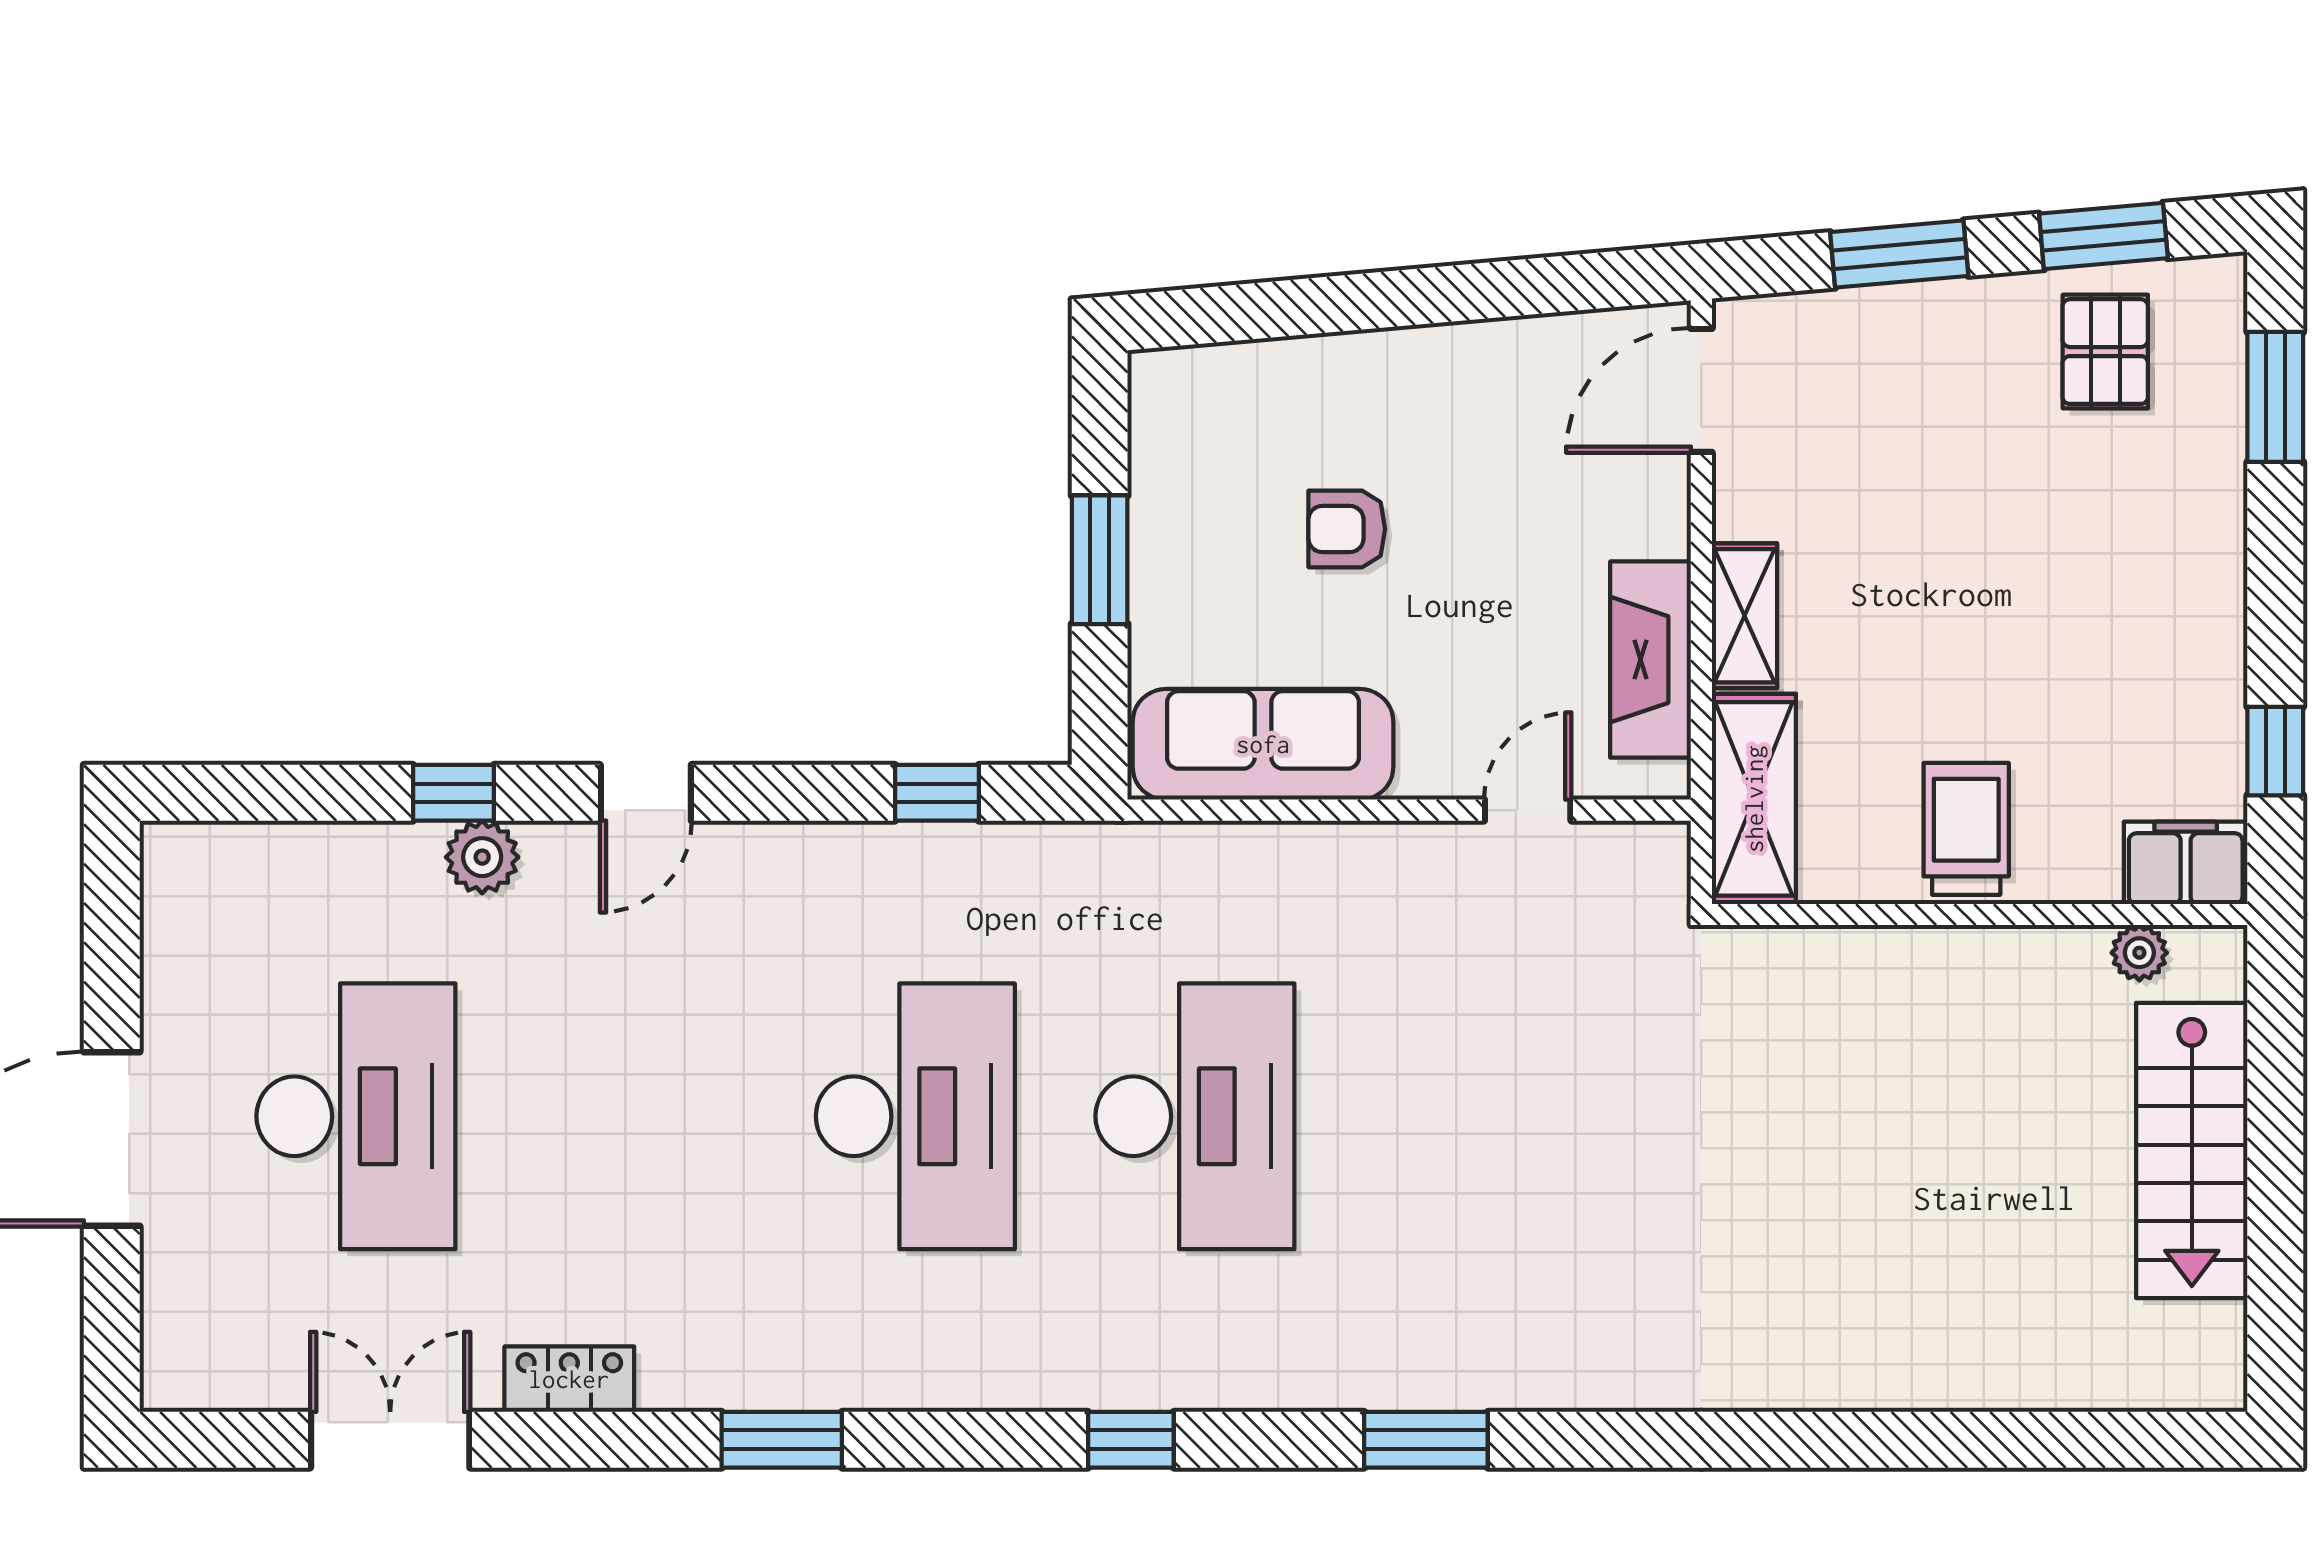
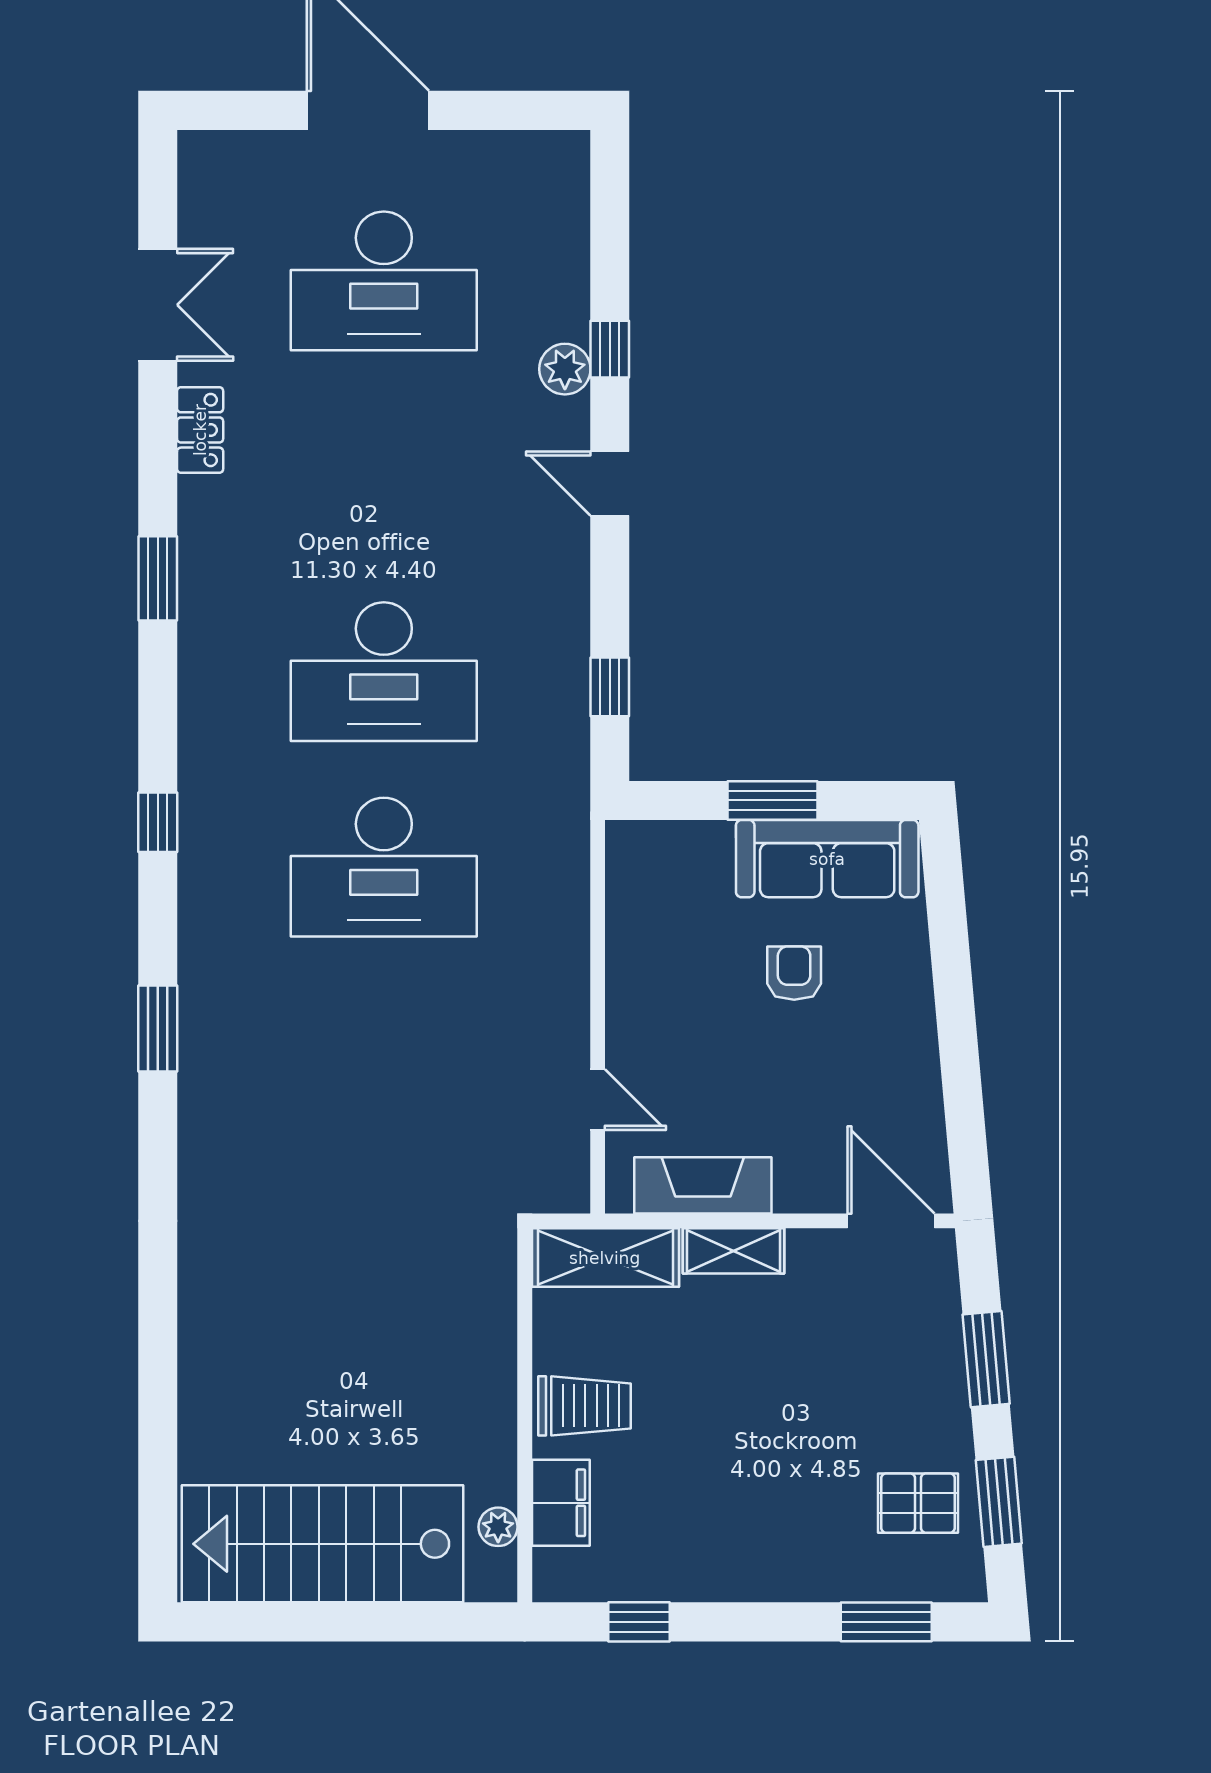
sofa: (1263, 744) -> (827, 859), moved, turned 90
filing cabinet: (2186, 863) -> (561, 1503), moved
stairs: (2192, 1150) -> (322, 1544), width x1.36, depth x1.51

